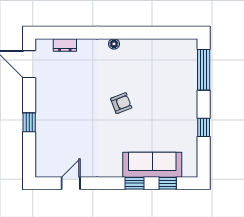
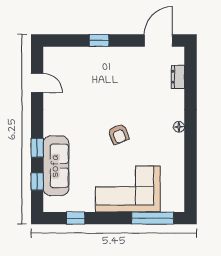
corner sofa: (175, 94) -> (128, 189), added
window: (204, 127) -> (76, 218), moved

